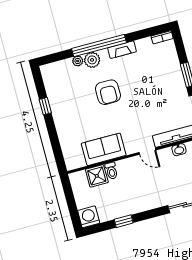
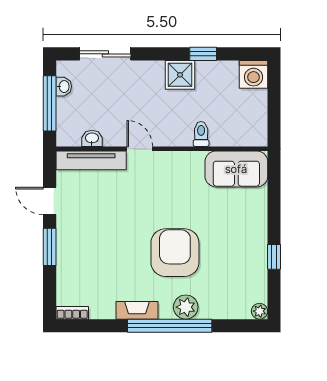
plant: (78, 61) -> (259, 311), moved
armchair: (108, 92) -> (175, 253), width x1.36, depth x1.36
sofa: (104, 149) -> (236, 169), moved
shower: (97, 176) -> (180, 75), moved

